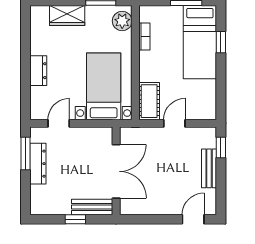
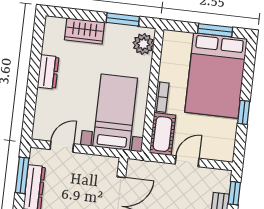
bookcase: (144, 36) -> (162, 97), moved
bed: (200, 42) -> (216, 75), width x1.50
window: (221, 42) -> (244, 112), moved
dresser: (38, 71) -> (48, 72), moved

